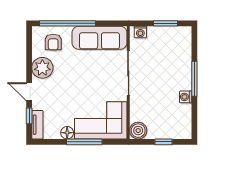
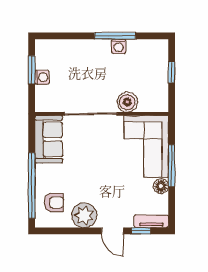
washing machine: (140, 32) -> (42, 77), moved
sofa: (100, 38) -> (49, 139), width x0.73
window: (194, 79) -> (115, 36), moved
door: (29, 92) -> (113, 231), hinge flipped
boiler: (138, 131) -> (127, 102), moved

